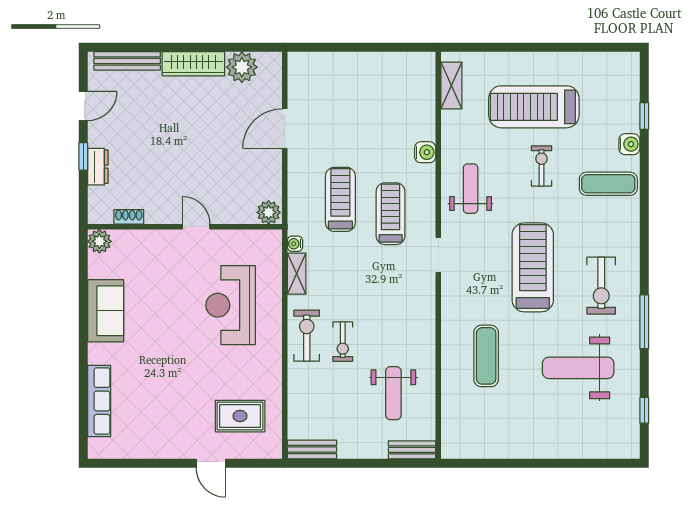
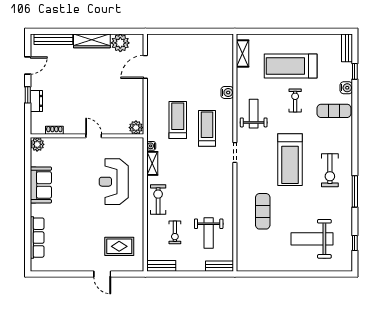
bench: (631, 76) -> (347, 48), added
door: (285, 129) -> (145, 67), moved
treadmill: (533, 267) -> (290, 160), turned 180
exercise bike: (343, 342) -> (175, 232), moved
weight bench: (578, 368) -> (312, 239), moved

